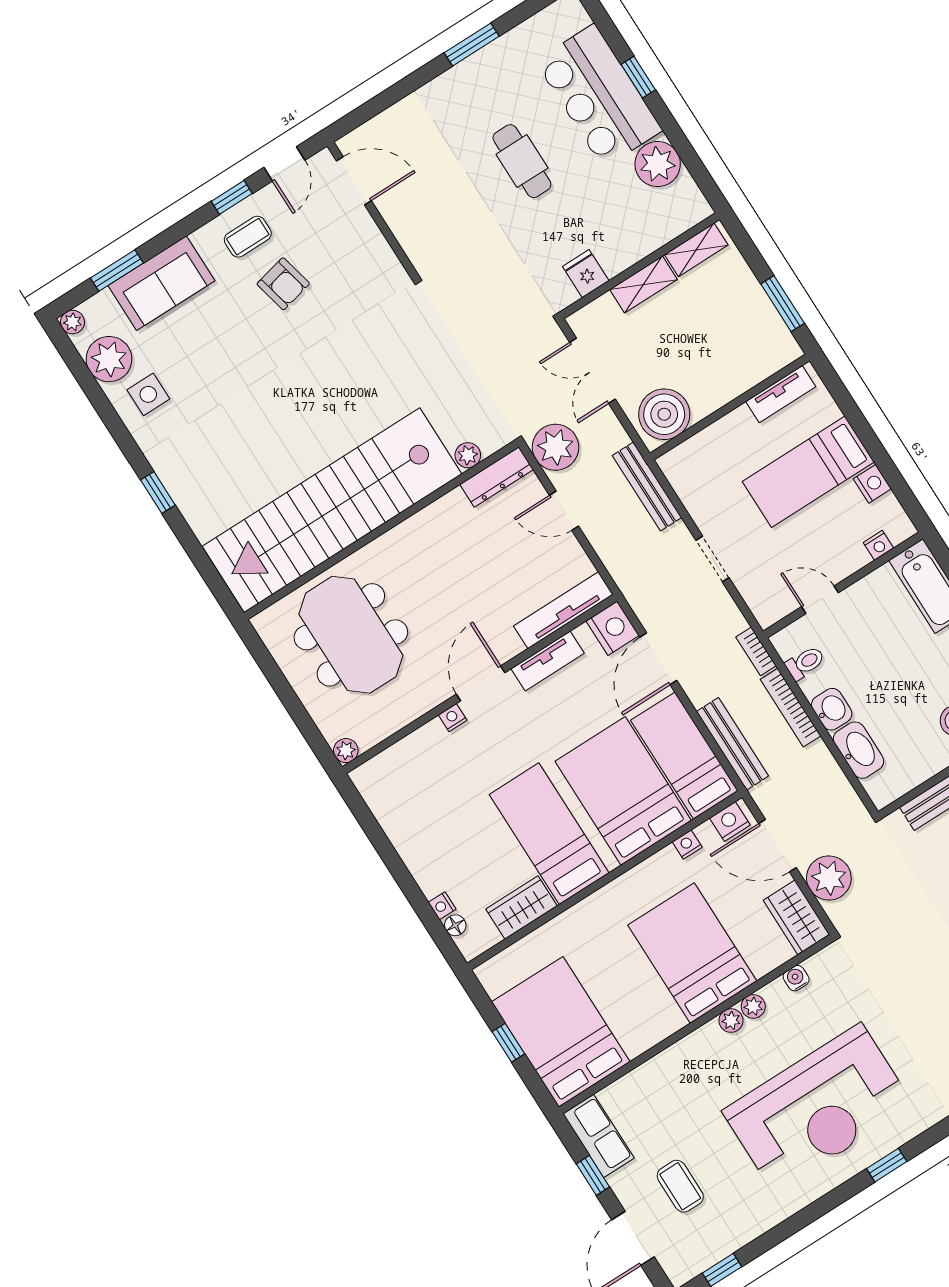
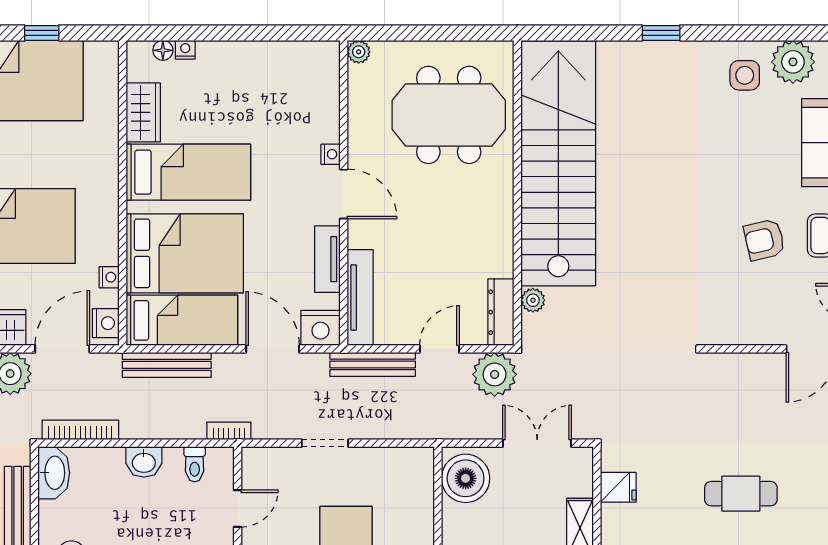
bench: (647, 487) -> (373, 364), moved
bookcase: (790, 708) -> (80, 430), moved
washbasin: (859, 750) -> (54, 473), moved, turned -90

